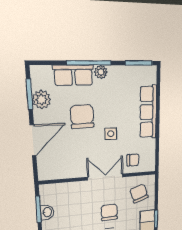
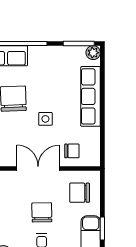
plant: (101, 72) -> (93, 53), moved
chair: (139, 194) -> (80, 193), turned -72

